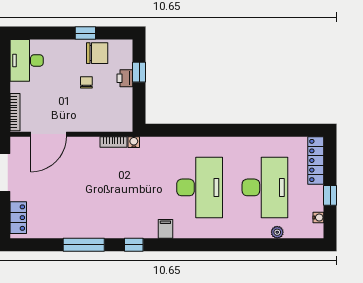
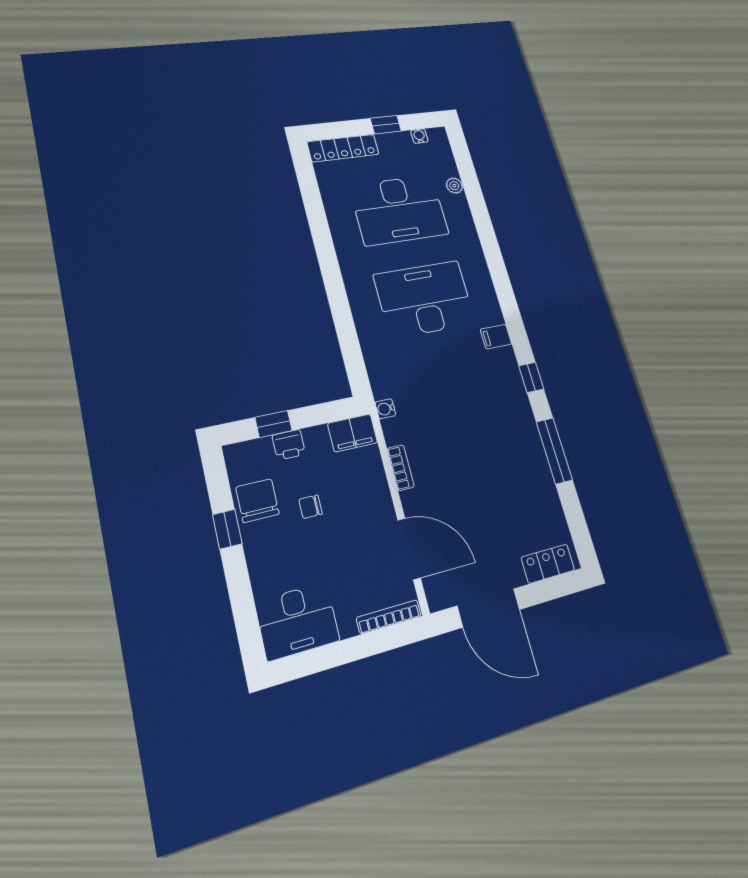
filing cabinet: (123, 118) -> (353, 433), added
bookcase: (114, 142) -> (401, 468), moved
desk: (265, 187) -> (399, 210), turned 180

